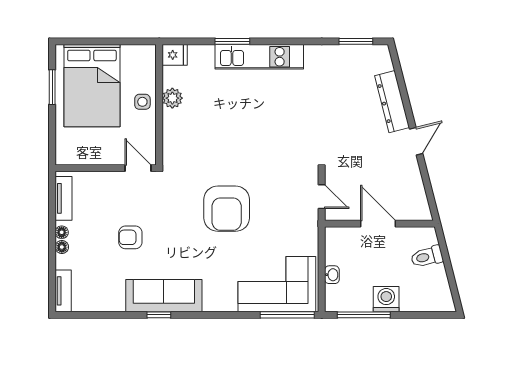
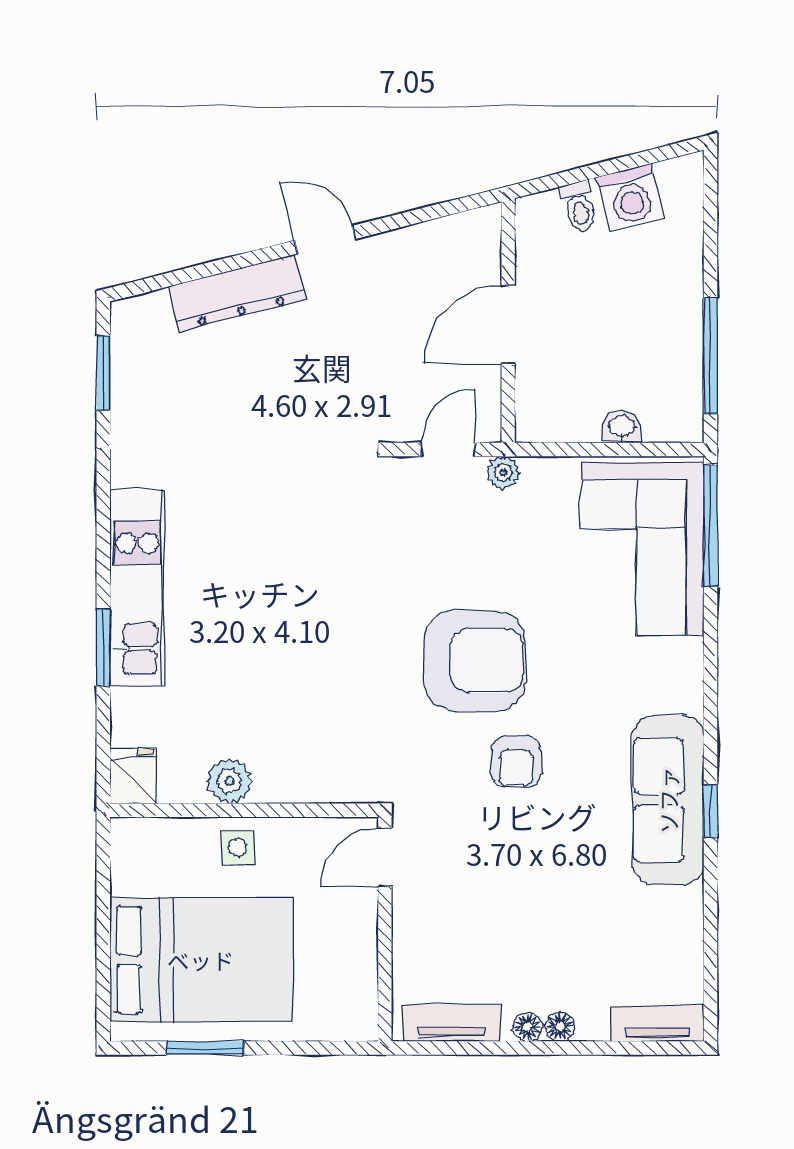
plant: (311, 221) -> (503, 473), added
armchair: (130, 237) -> (516, 761), moved
toilet: (427, 257) -> (579, 207), width x0.73, depth x0.72
washing machine: (386, 299) -> (631, 198), moved, turned -104

